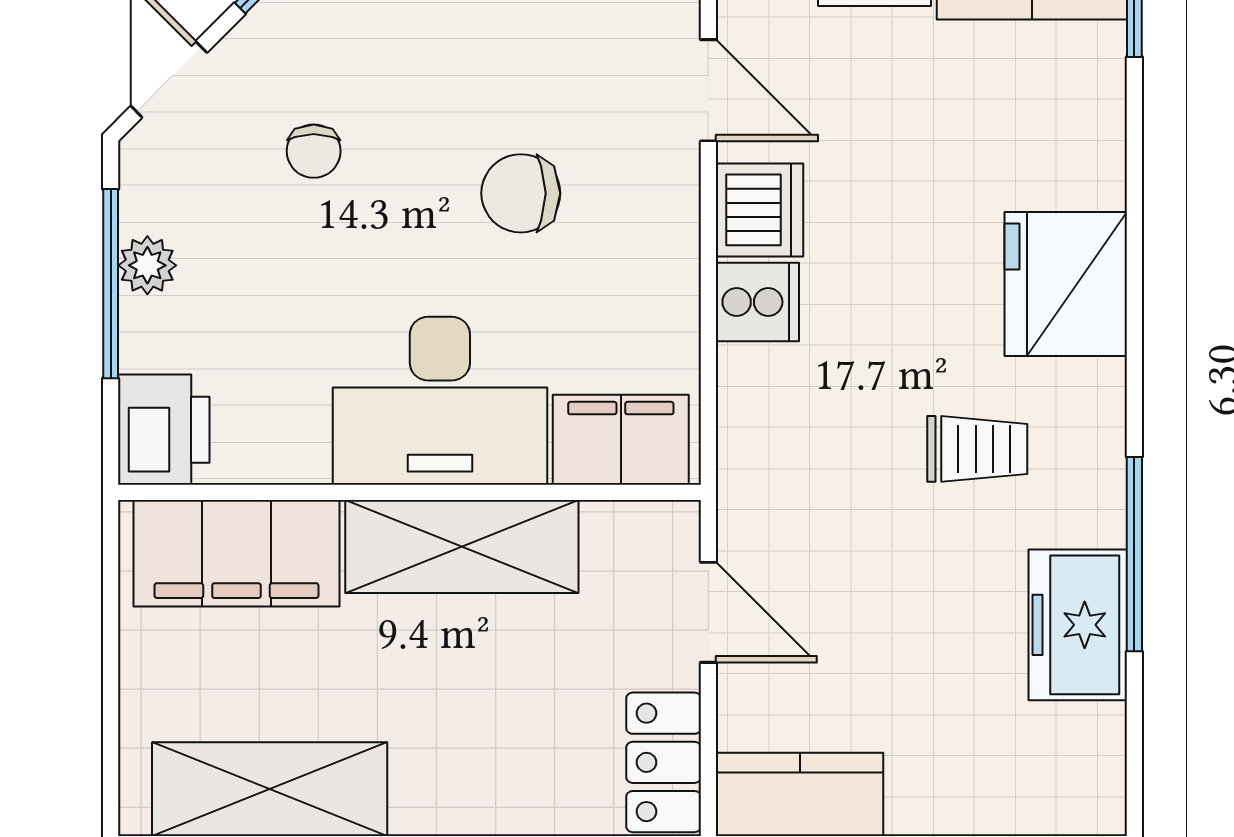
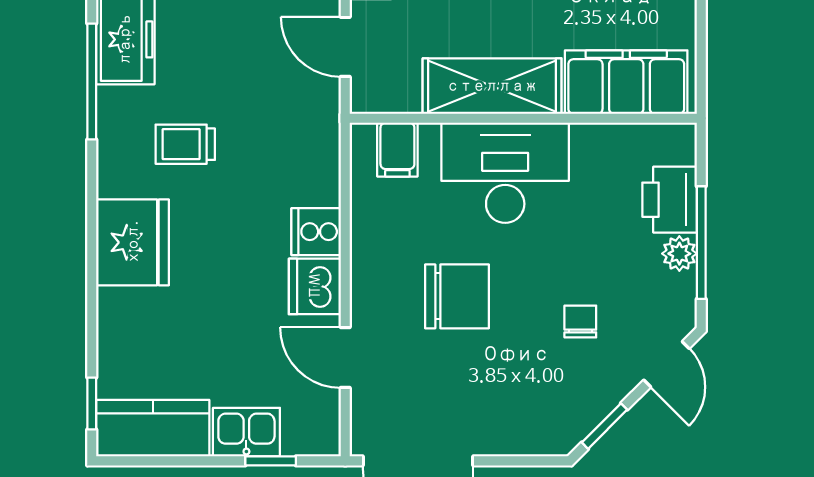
chair: (521, 193) -> (457, 296), width x1.37, depth x1.37
printer: (164, 430) -> (670, 200), moved
filing cabinet: (621, 440) -> (397, 150), width x0.50

